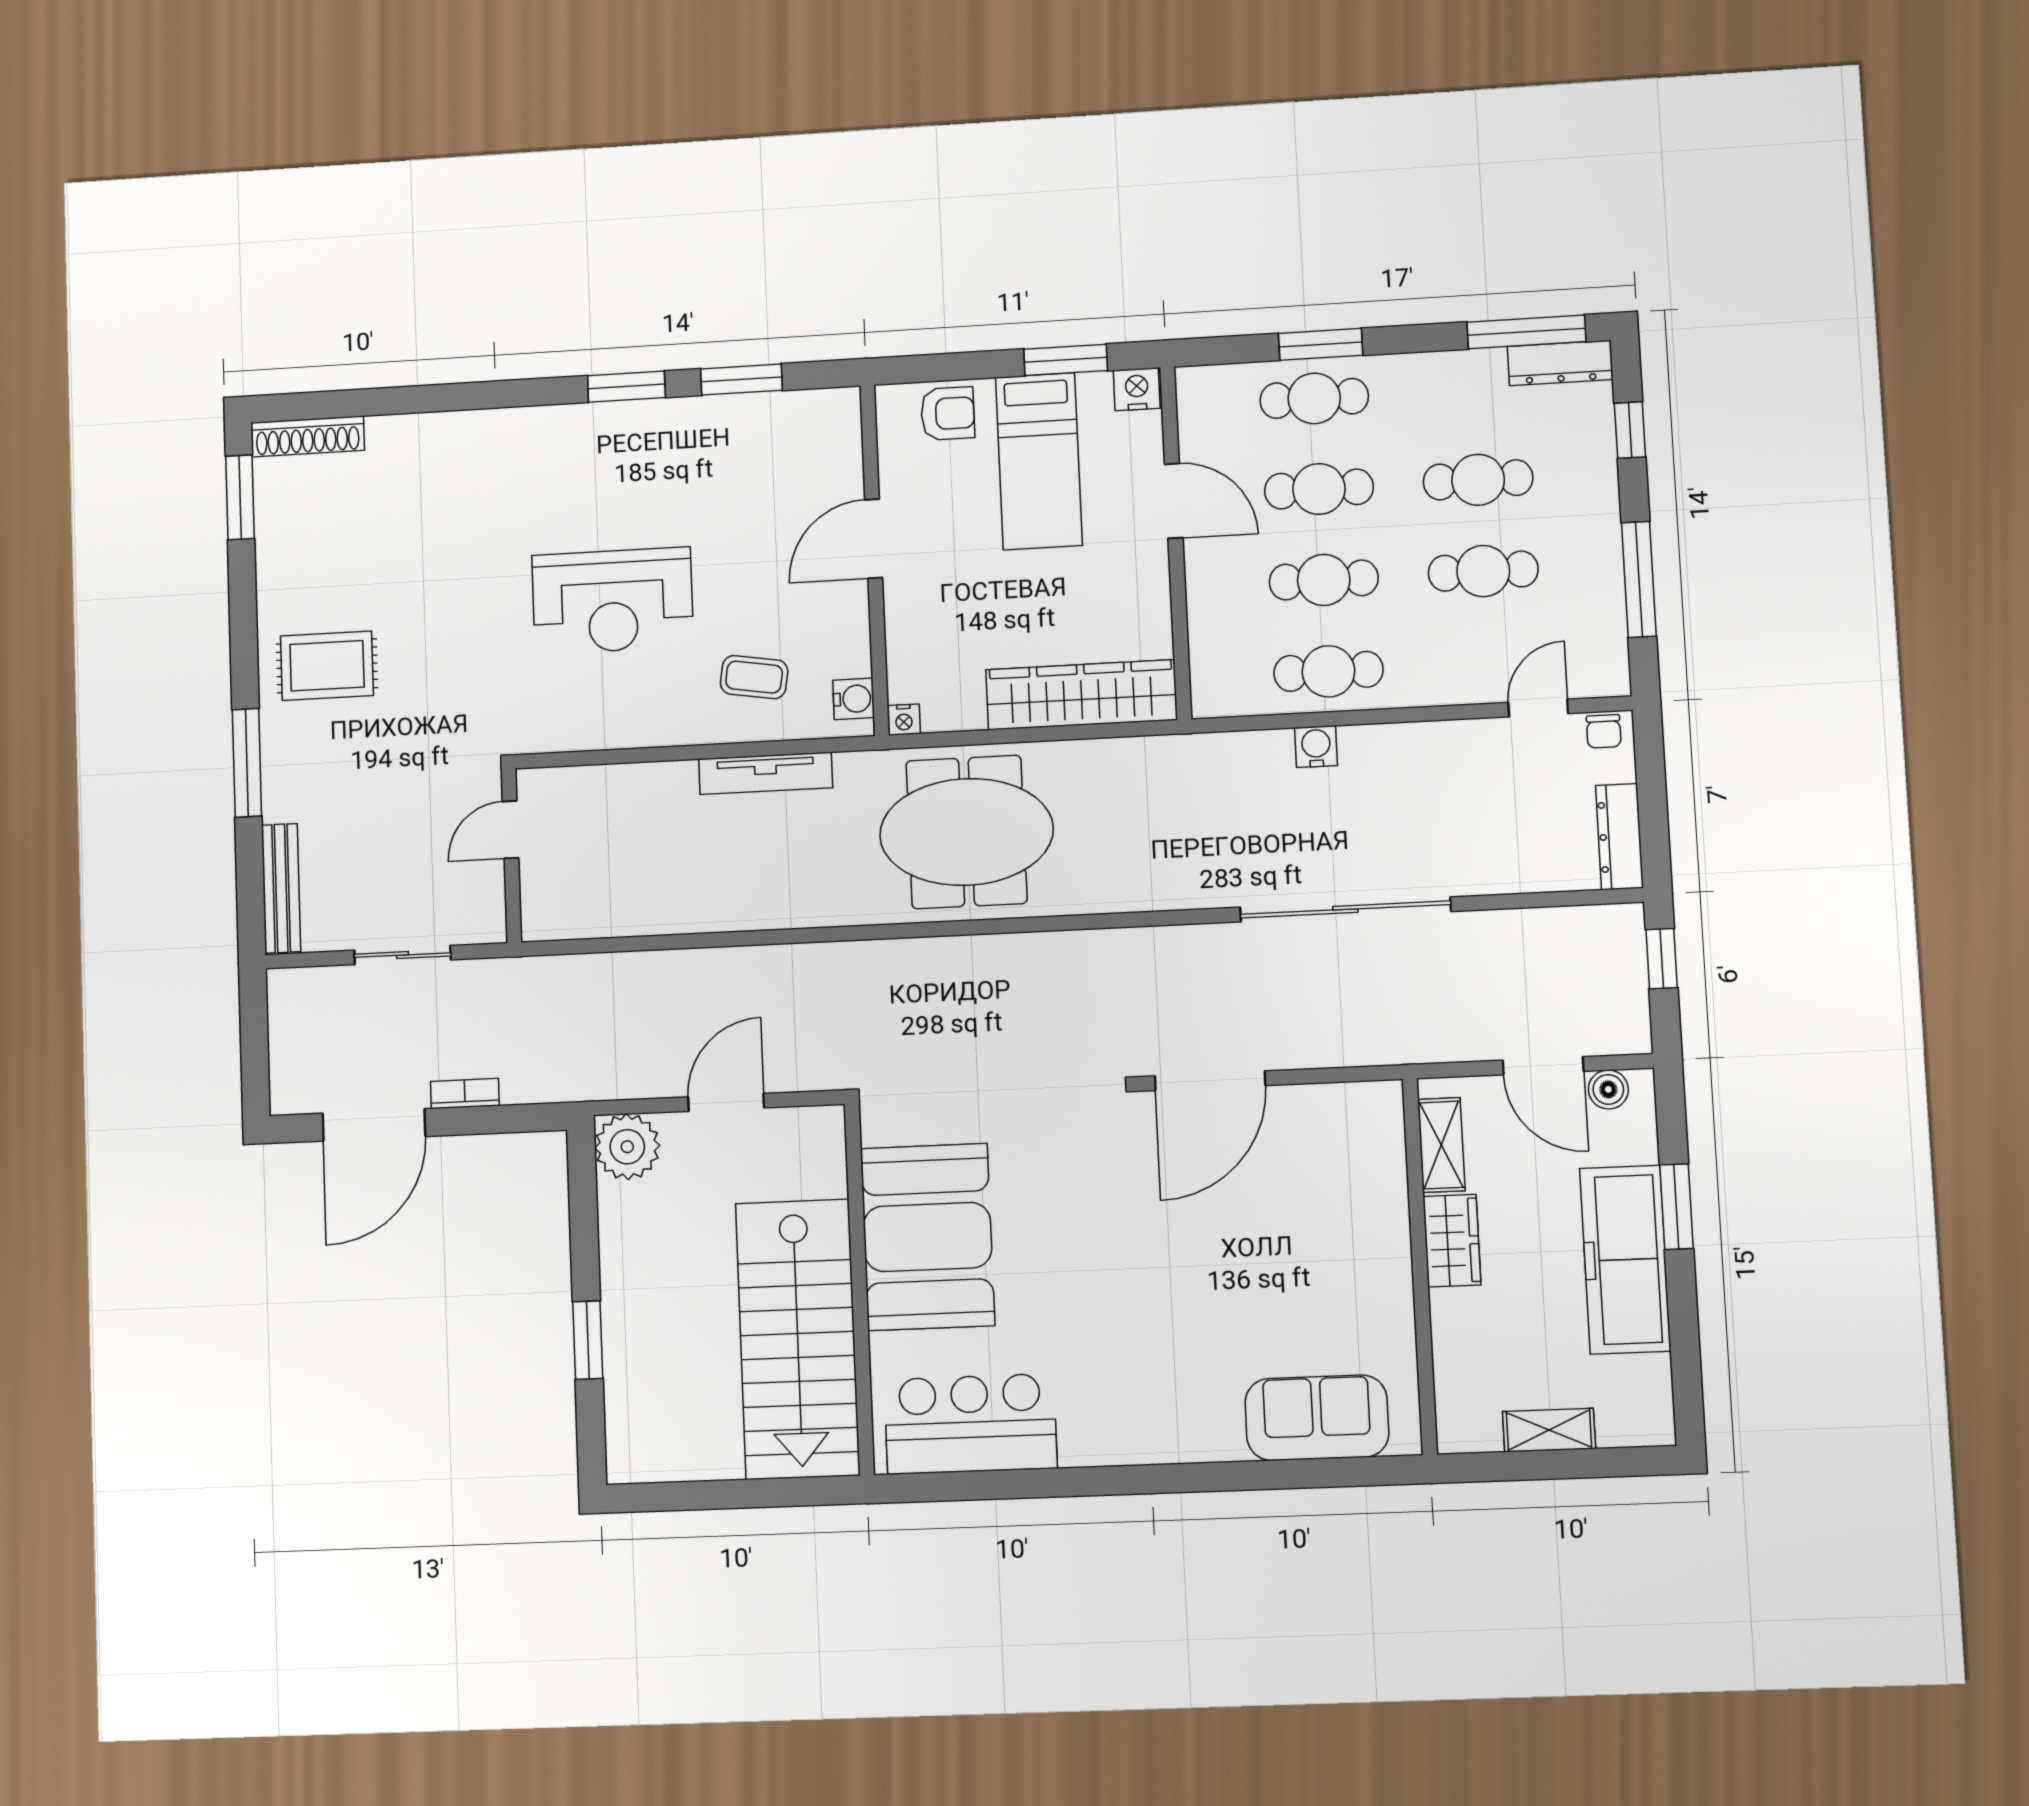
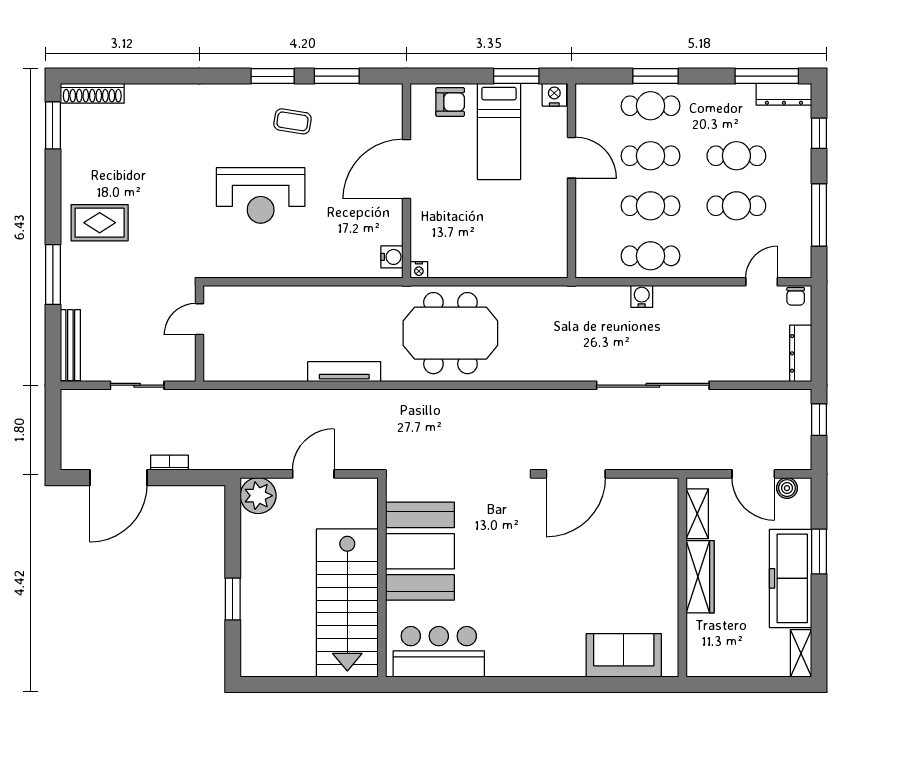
door: (874, 539) -> (406, 169), width x1.36
coffee table: (754, 677) -> (292, 121), moved
wardrobe: (1081, 695) -> (516, 261), removed
tv unit: (766, 773) -> (344, 372), moved, turned 180
wardrobe: (1452, 1241) -> (700, 577), width x1.50
shelving: (1549, 1430) -> (801, 653), moved, turned 90

